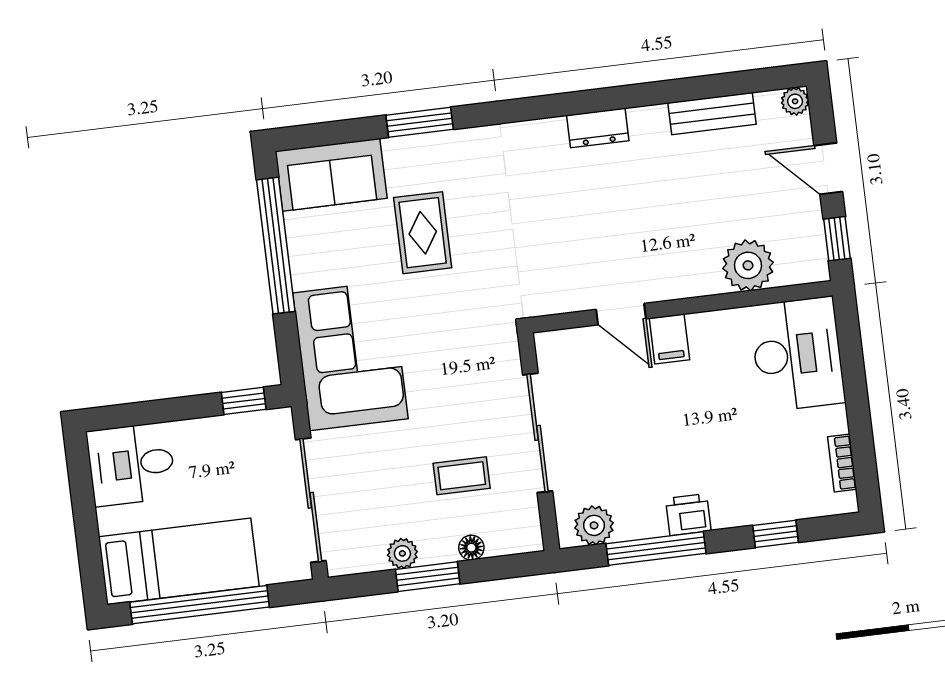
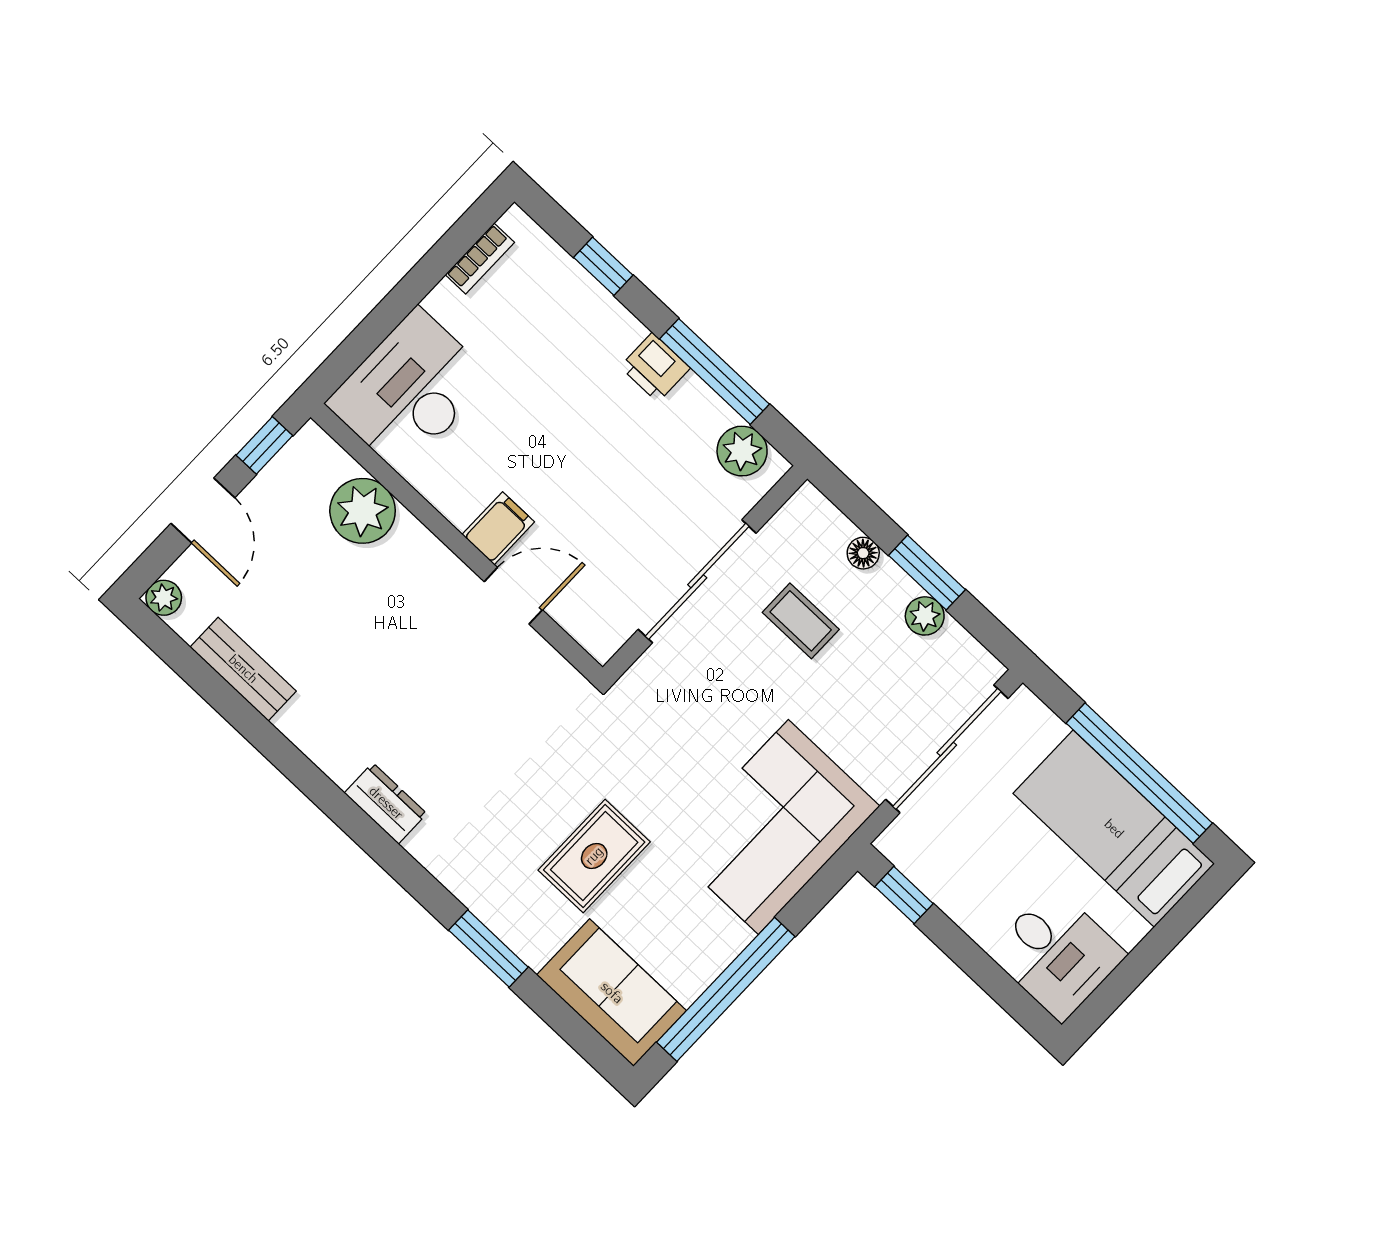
dresser: (598, 128) -> (386, 803), moved
door: (621, 314) -> (513, 596), hinge flipped

